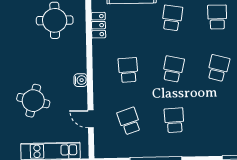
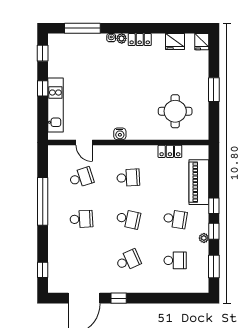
school desk: (218, 68) -> (128, 260), turned -39
round table: (33, 101) -> (102, 90), removed
door: (91, 119) -> (84, 142), swing flipped

